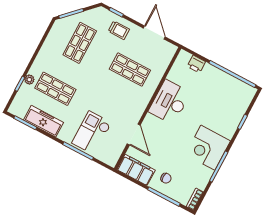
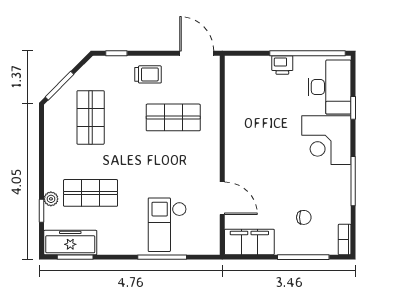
trolley: (119, 30) -> (148, 74), moved
door: (154, 32) -> (197, 53), moved
printer: (196, 64) -> (282, 65), moved
desk: (169, 102) -> (329, 87), moved, turned 180
freezer: (44, 121) -> (70, 243), moved
corner desk: (208, 148) -> (326, 140), moved
chair: (166, 178) -> (304, 217), moved

